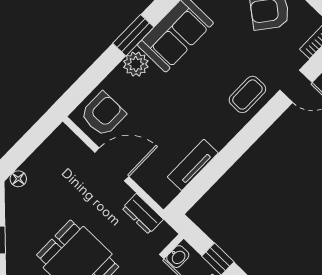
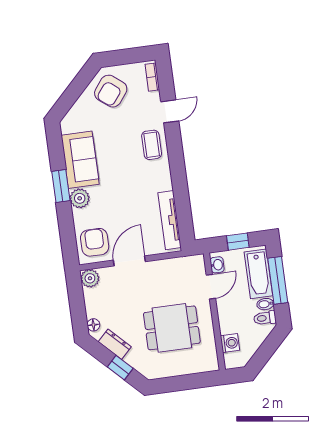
plant: (63, 138) -> (90, 278), added
tv unit: (193, 165) -> (170, 220), width x1.41
dresser: (143, 214) -> (115, 344), moved, turned -135

